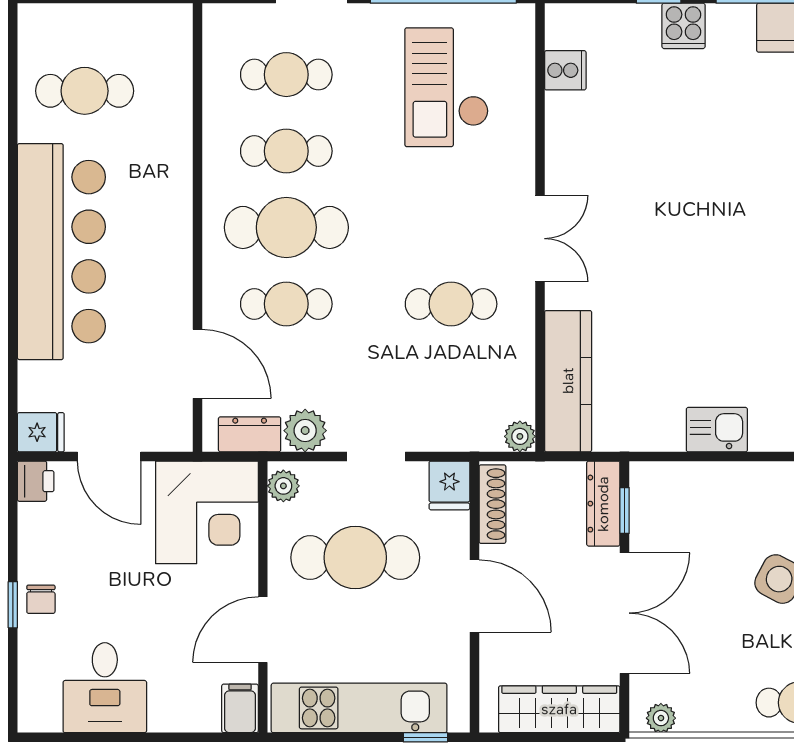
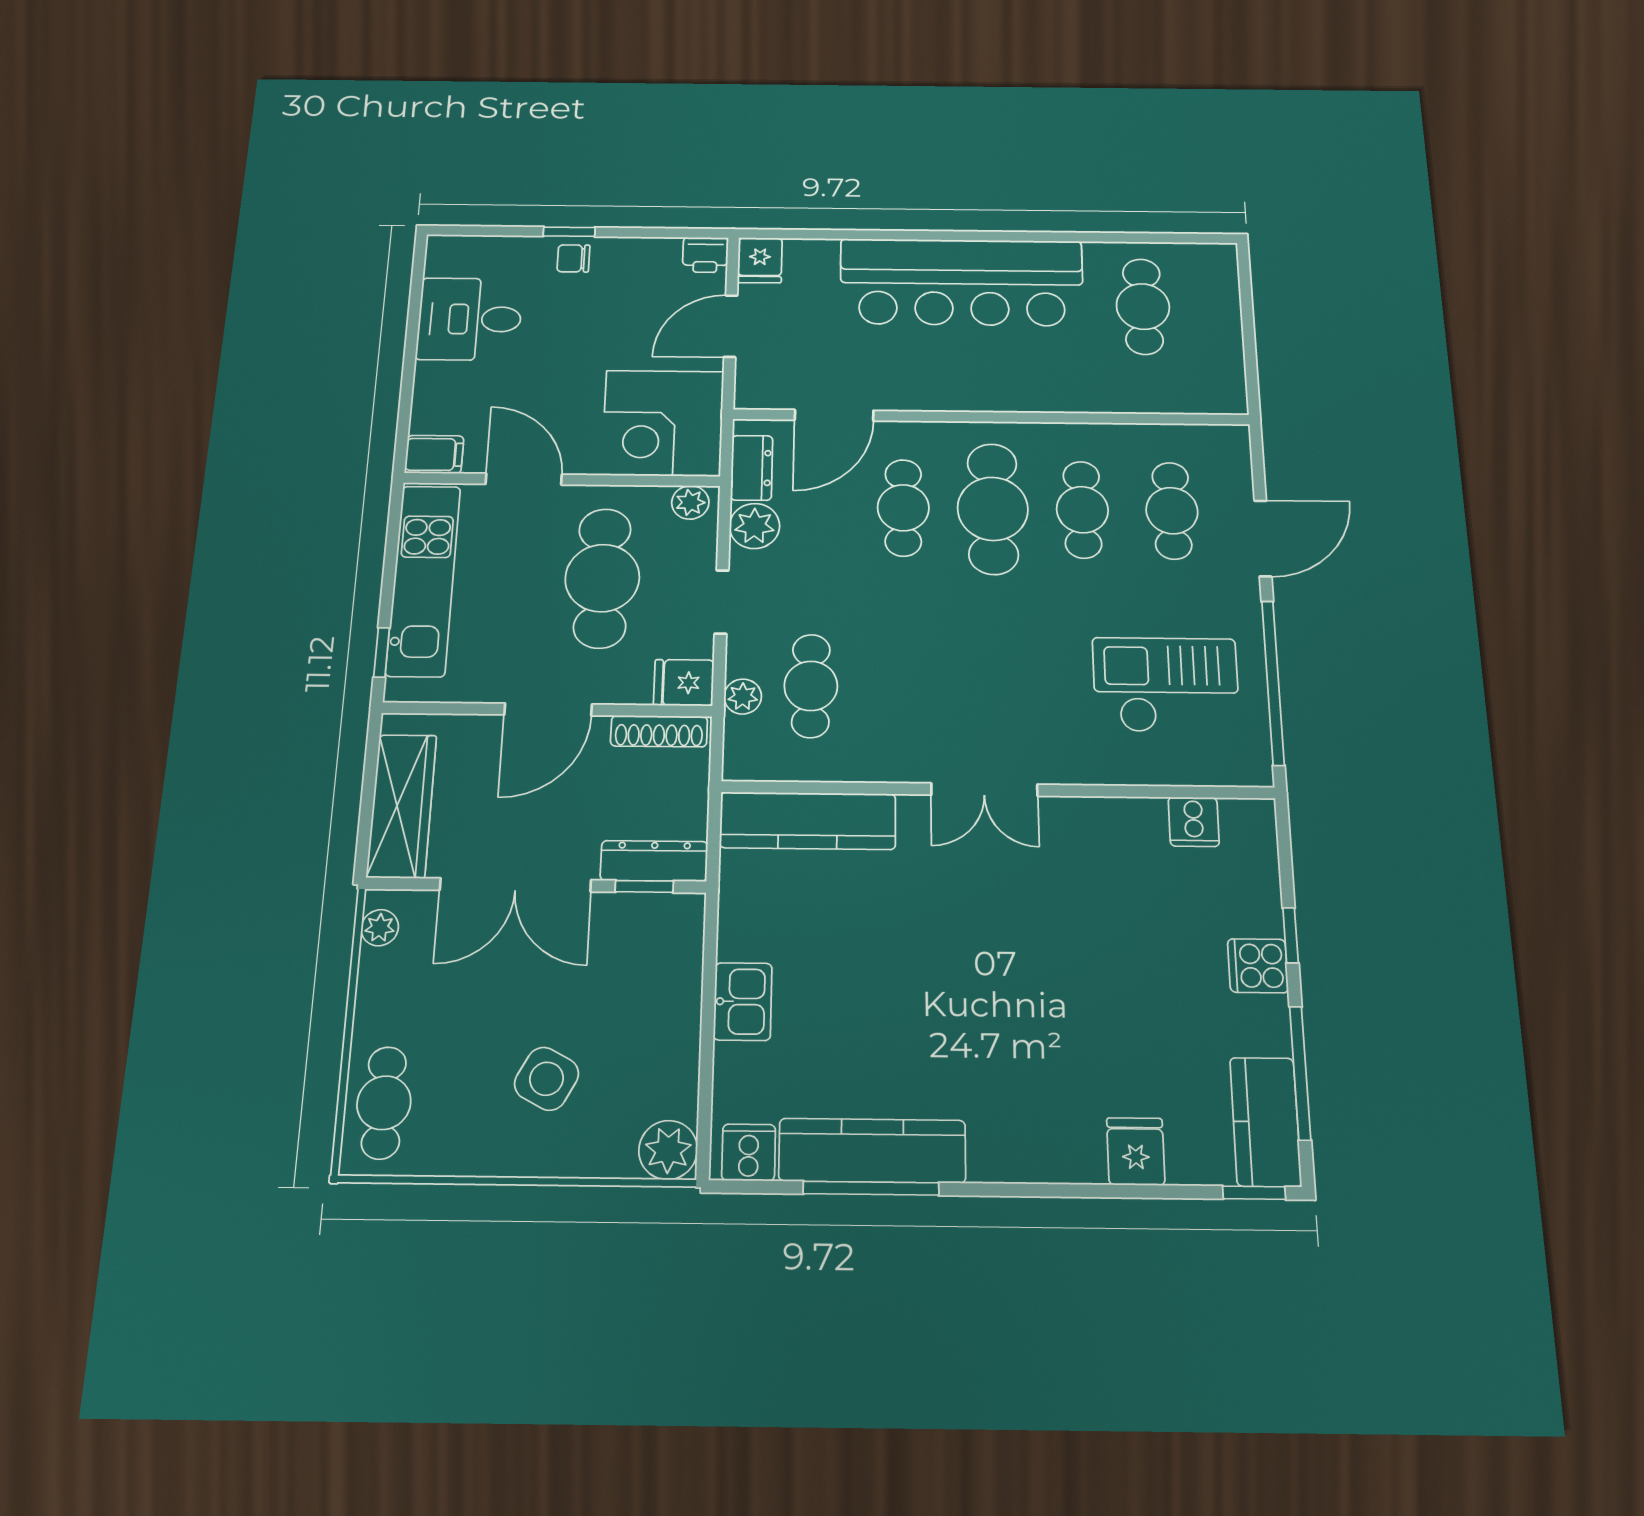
cafe table: (451, 304) -> (811, 686), moved
plant: (520, 436) -> (743, 697), moved

